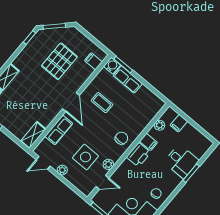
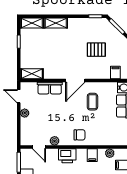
pallet: (59, 61) -> (96, 50), width x0.67, depth x0.71
printer: (139, 155) -> (67, 156), moved
side table: (85, 157) -> (47, 121), removed

